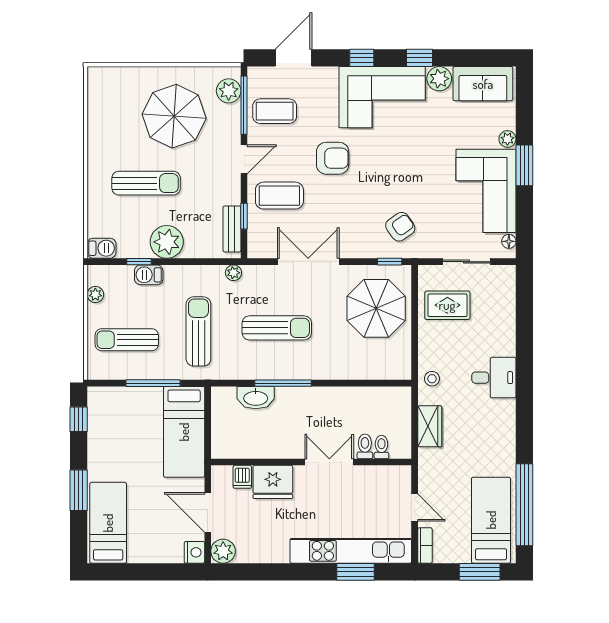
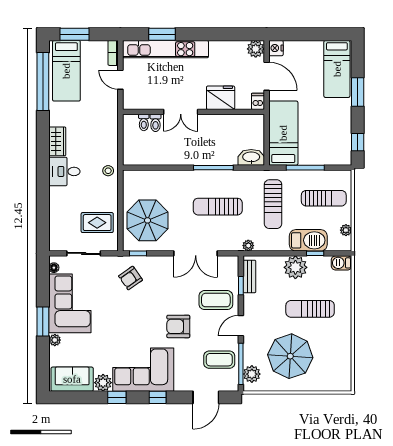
barbecue: (149, 275) -> (308, 240), width x1.88, depth x1.53
washbasin: (256, 398) -> (251, 157), moved
wardrobe: (430, 426) -> (57, 141), moved, turned 180
dishwasher: (242, 477) -> (258, 101), moved

